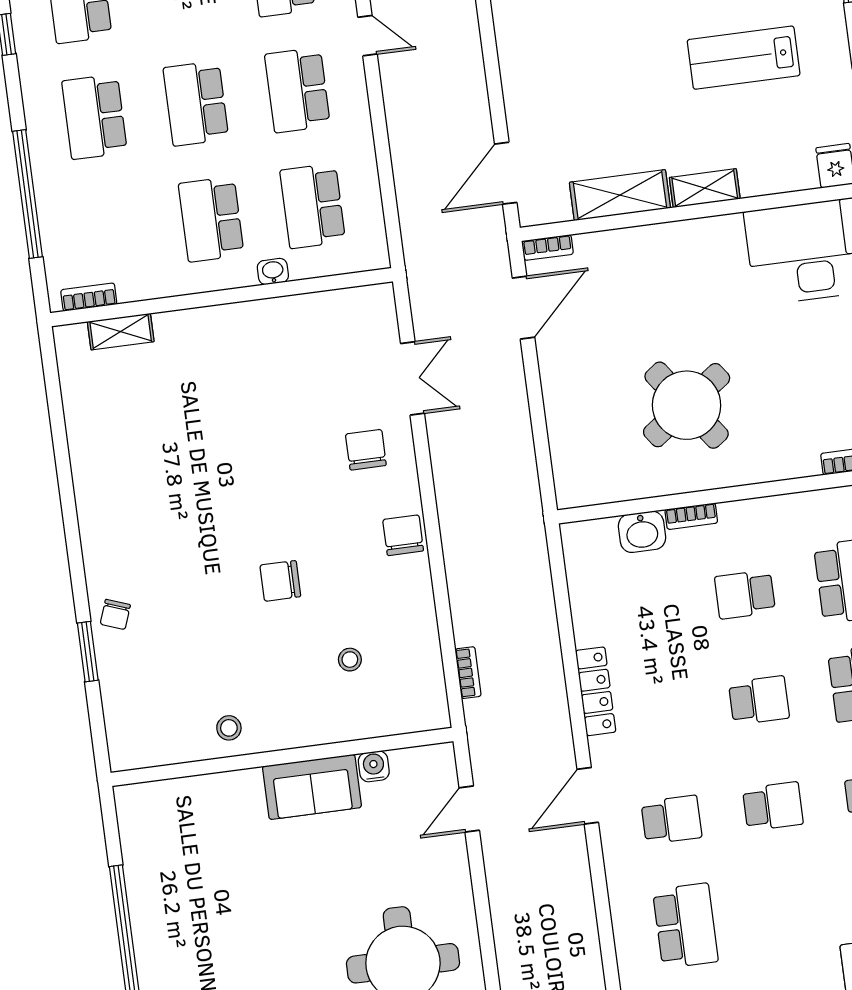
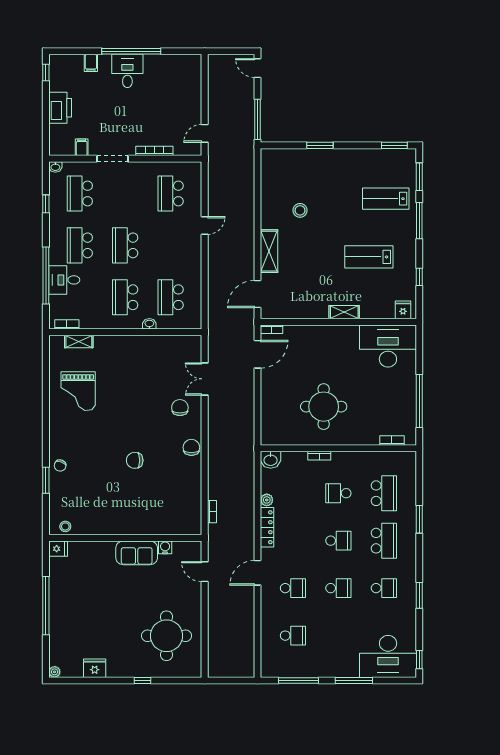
door: (367, 36) -> (205, 225), hinge flipped
school desk: (297, 90) -> (171, 245), removed
shelving: (620, 195) -> (269, 251), moved, turned 90
desk: (70, 199) -> (64, 280), added
double door: (413, 378) -> (205, 379), swing flipped
round table: (687, 405) -> (324, 407), turned 36
grand piano: (134, 443) -> (78, 391), added
washbasin: (642, 532) -> (271, 460), moved
plant: (587, 630) -> (267, 500), added
stool: (350, 660) -> (161, 499), removed
stool: (229, 728) -> (65, 526), moved
fridge: (135, 801) -> (58, 549), added
door: (469, 809) -> (205, 572), hinge flipped
school desk: (685, 926) -> (293, 636), width x0.54

